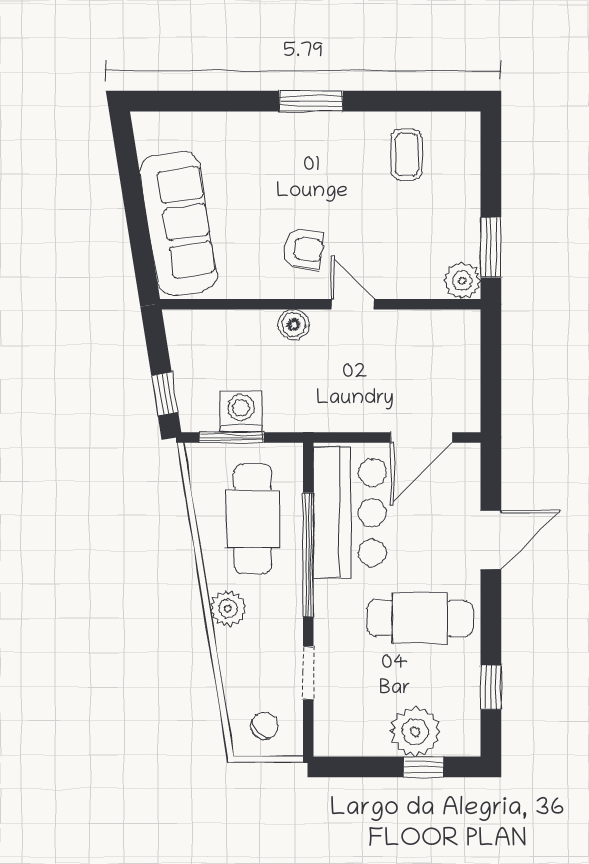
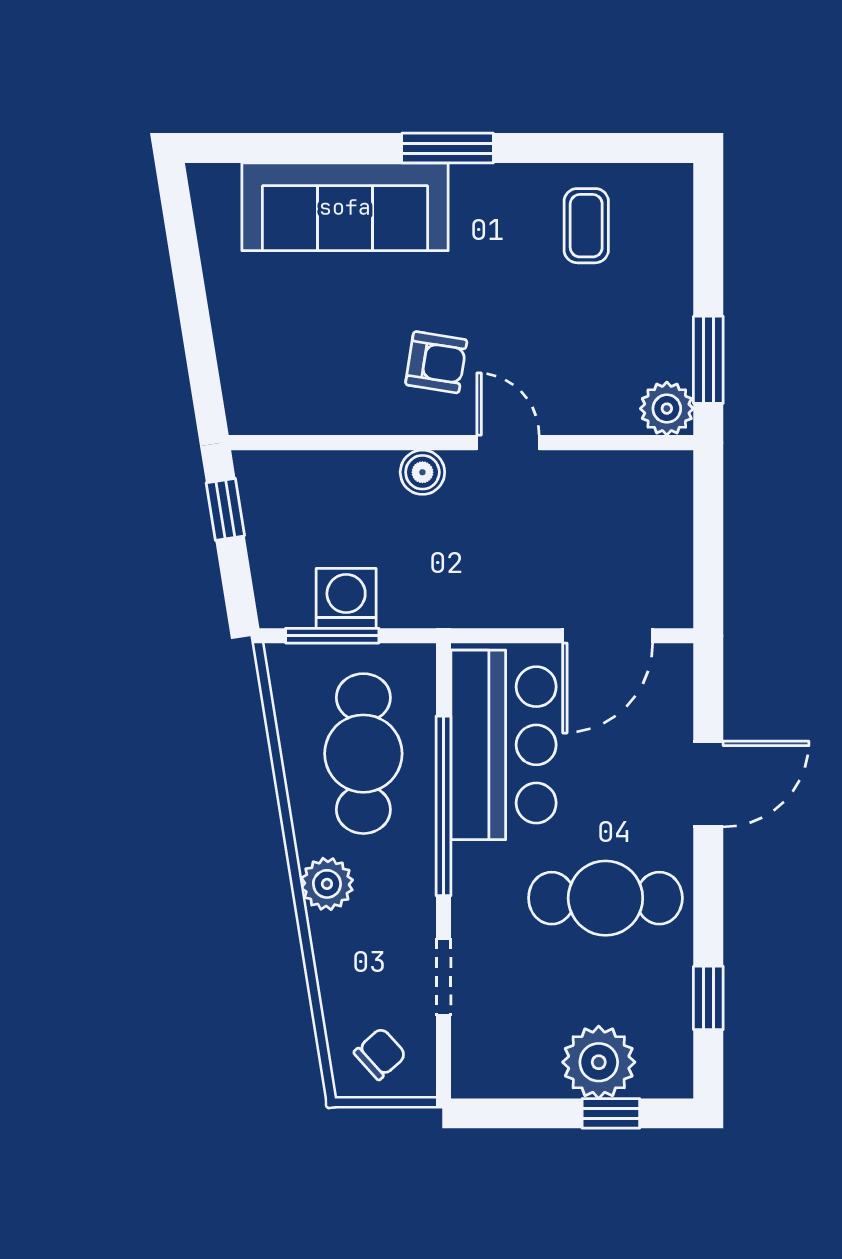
sofa: (178, 223) -> (345, 207), moved, turned 99
window: (165, 394) -> (225, 509), moved

